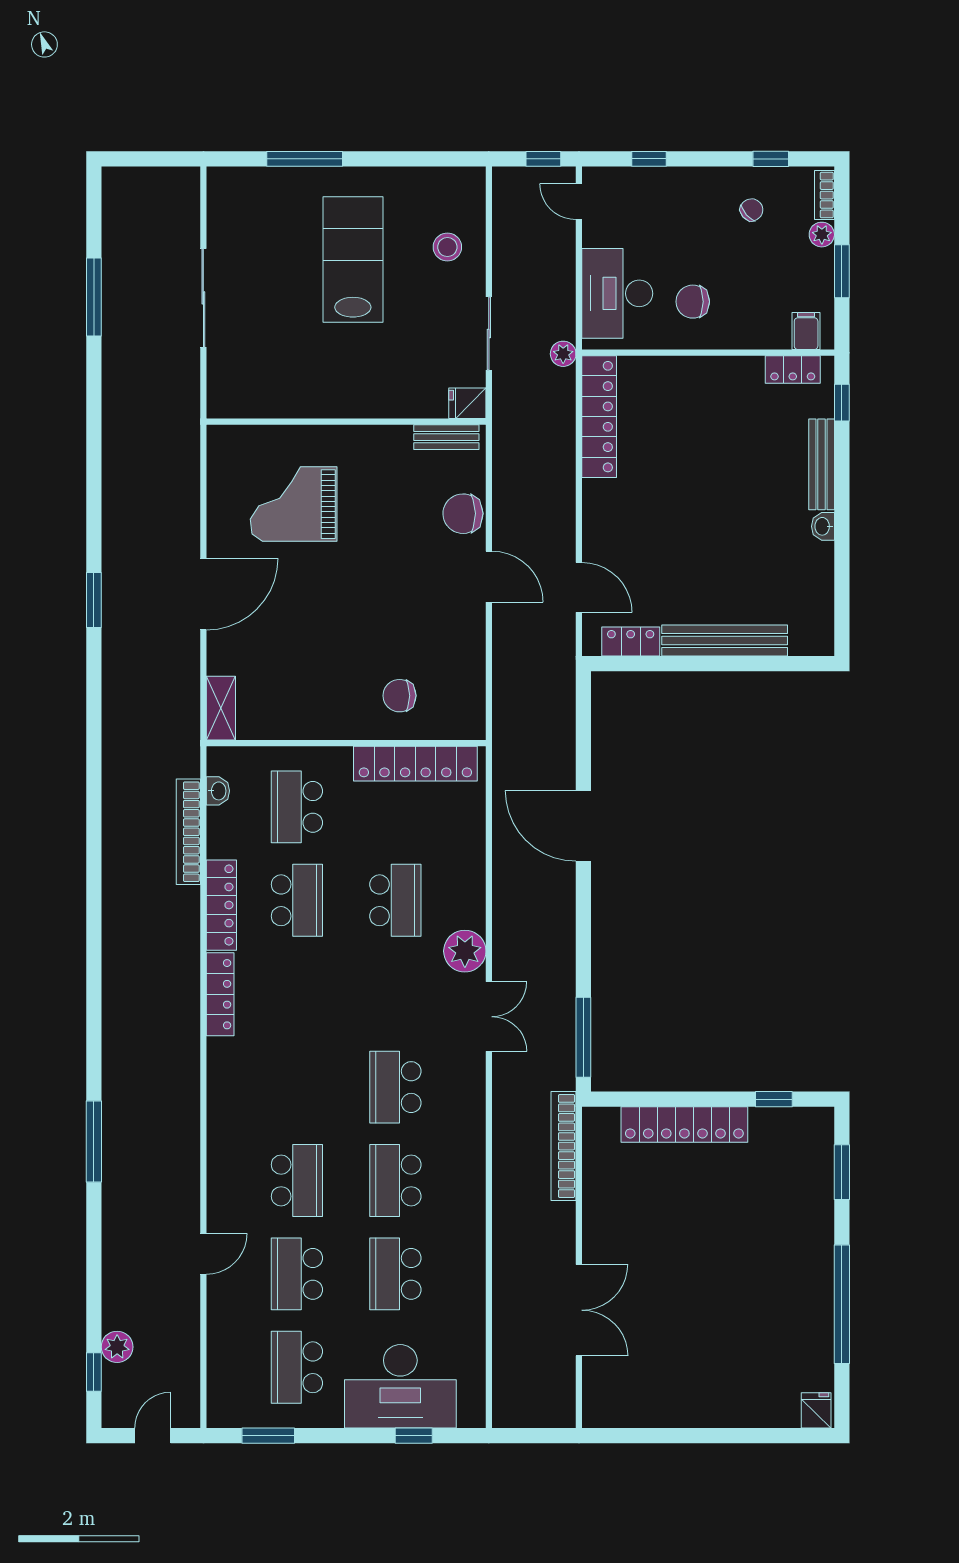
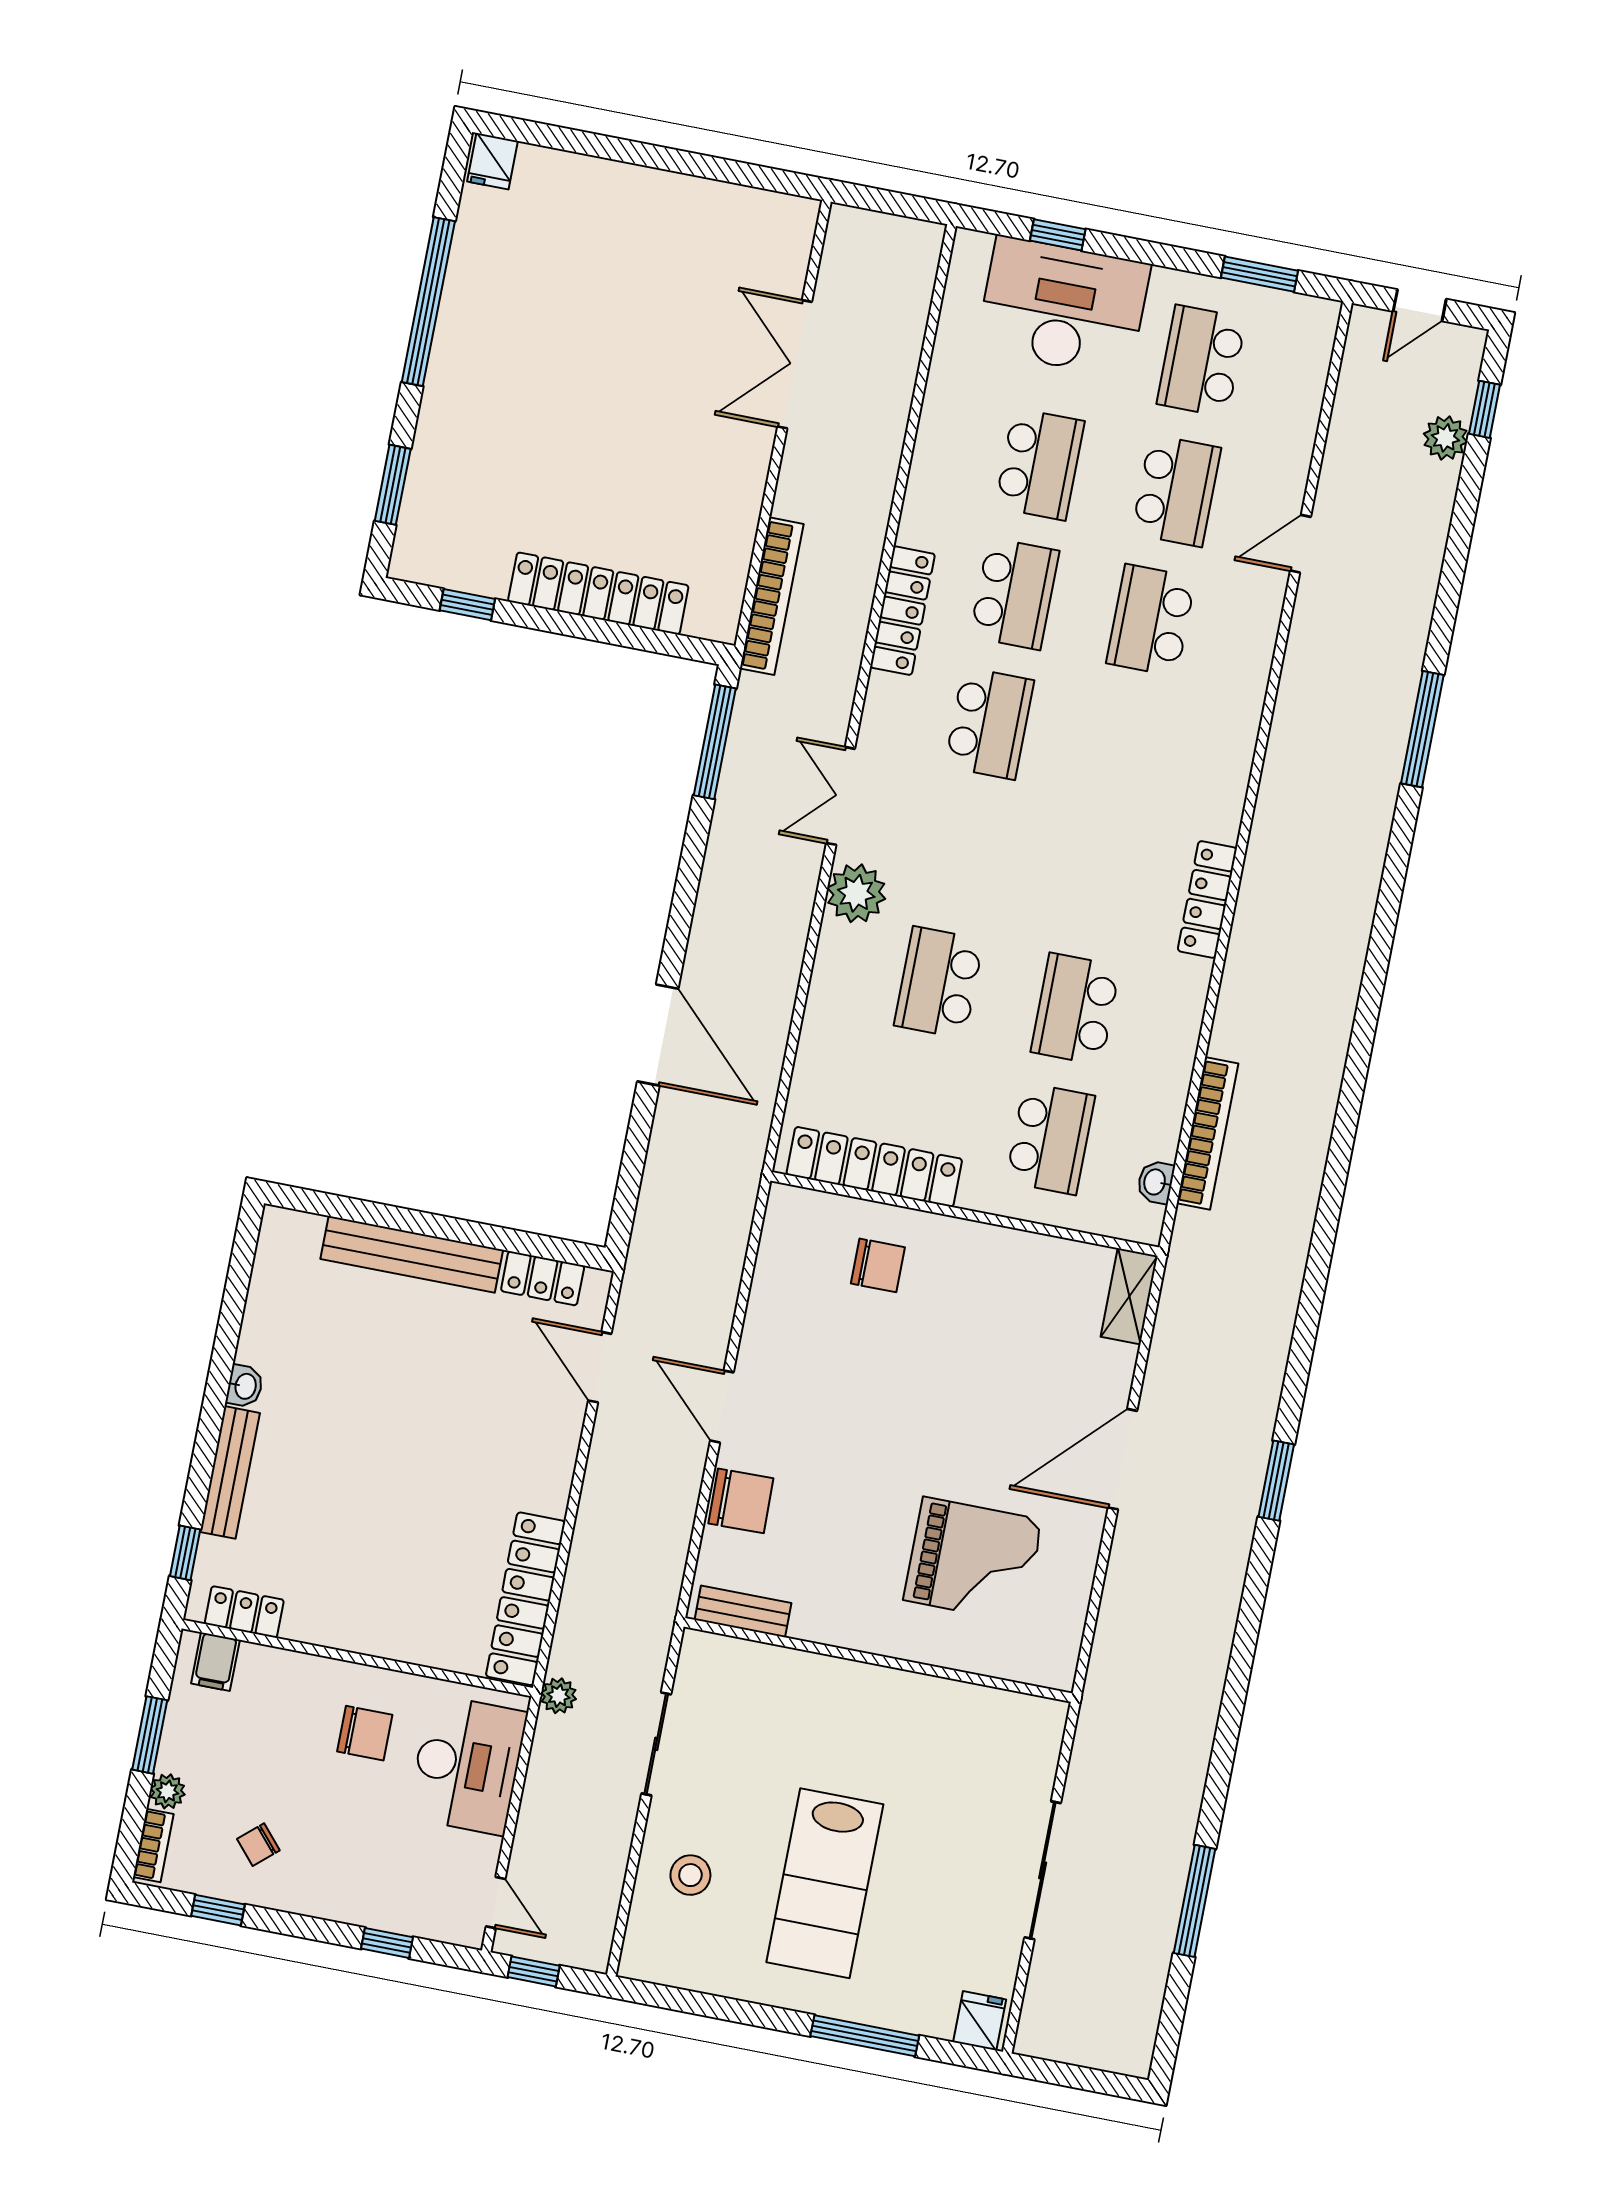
fridge: (467, 403) -> (980, 2021), moved, turned -90
locker: (221, 905) -> (902, 611), moved, turned 180
school desk: (297, 1367) -> (1201, 361), turned 180

